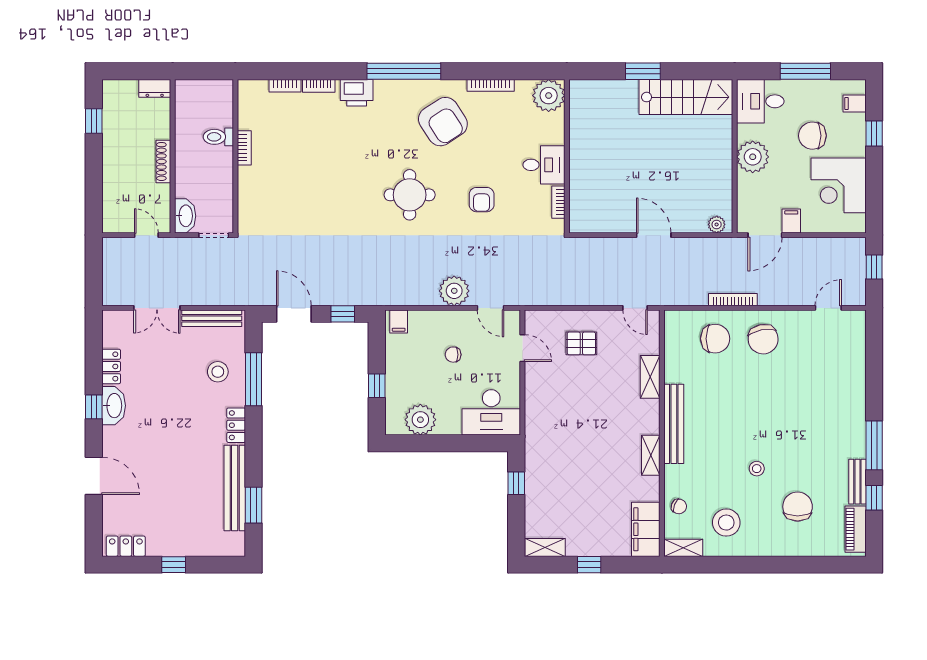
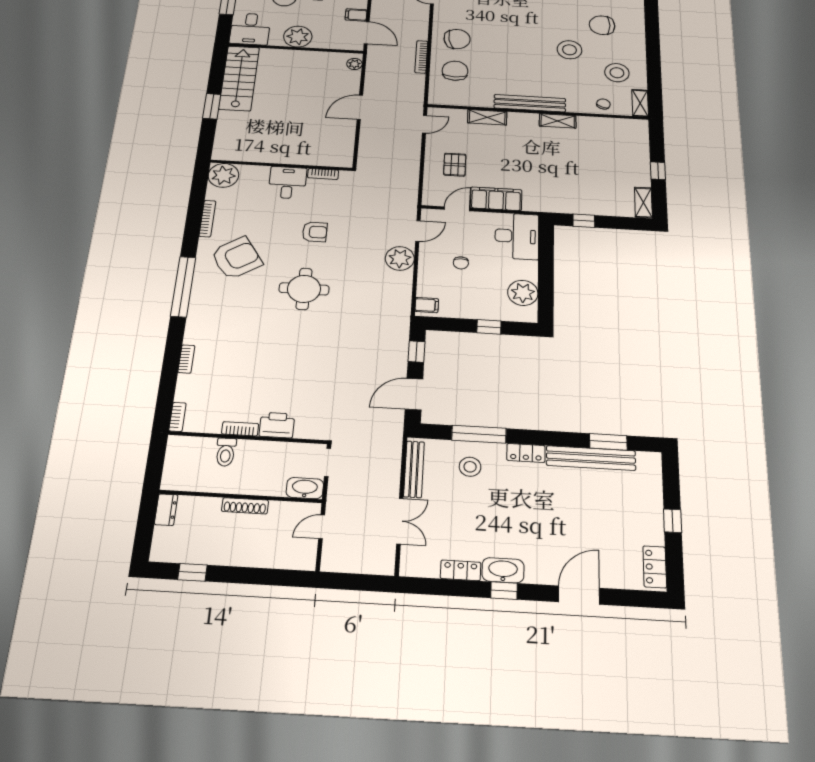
bookcase: (285, 86) -> (177, 417), moved
printer: (357, 93) -> (277, 425), moved, turned -90
stool: (757, 469) -> (569, 50), width x1.89, depth x1.89
filing cabinet: (646, 529) -> (496, 199), moved, turned 180

